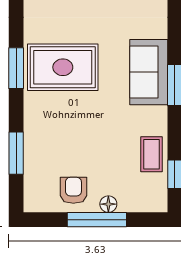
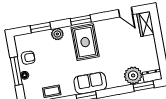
plant: (36, 121) -> (57, 34), added

